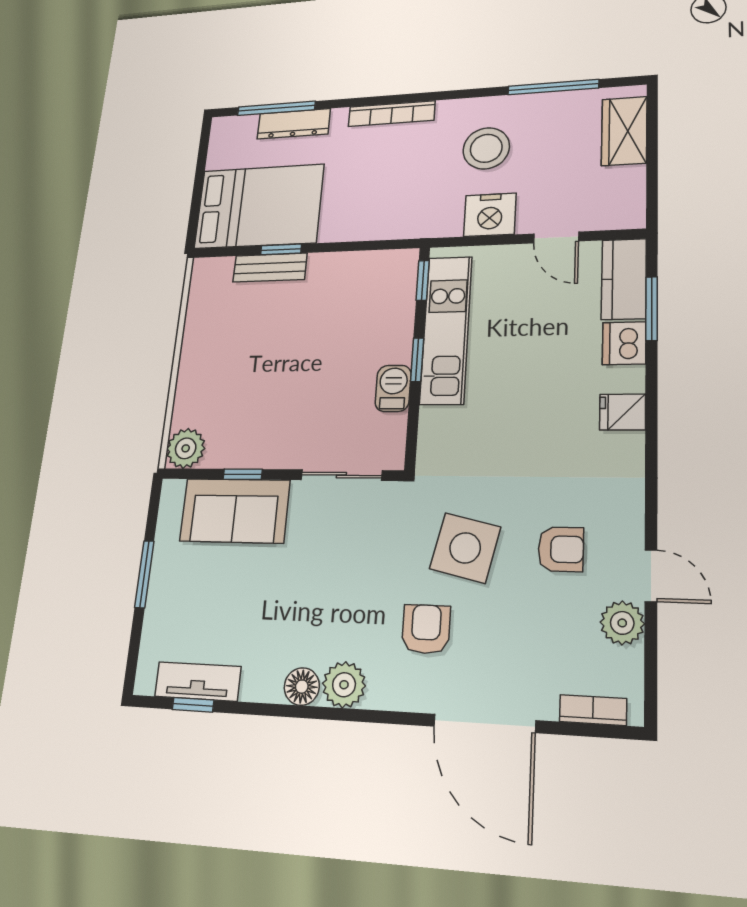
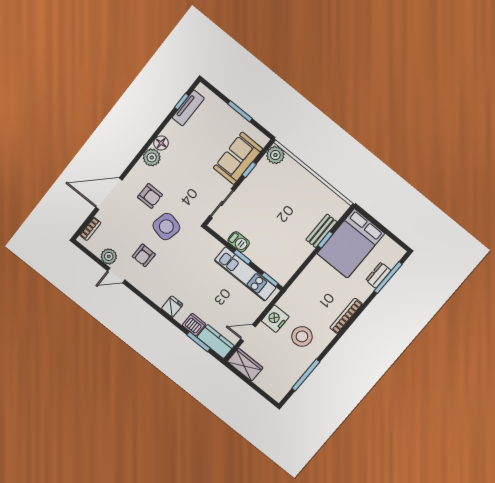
dresser: (294, 124) -> (378, 275), width x0.70
wardrobe: (624, 131) -> (245, 365), moved

